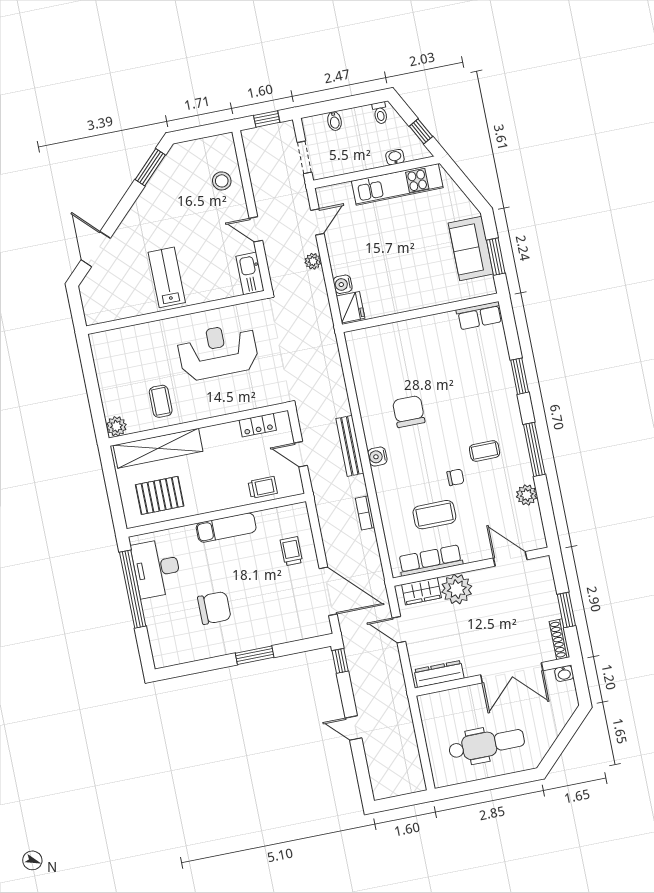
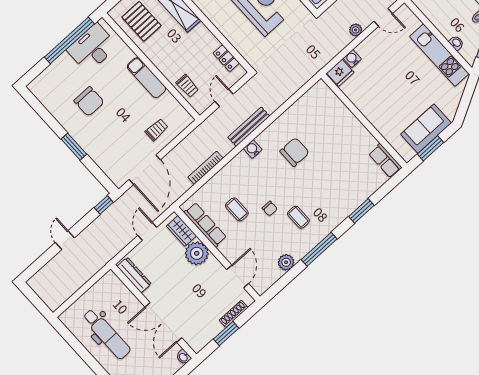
bookcase: (365, 513) -> (206, 168), width x1.56
coffee table: (434, 515) -> (237, 209), width x0.73, depth x0.77
shoe rack: (559, 639) -> (234, 314), moved

